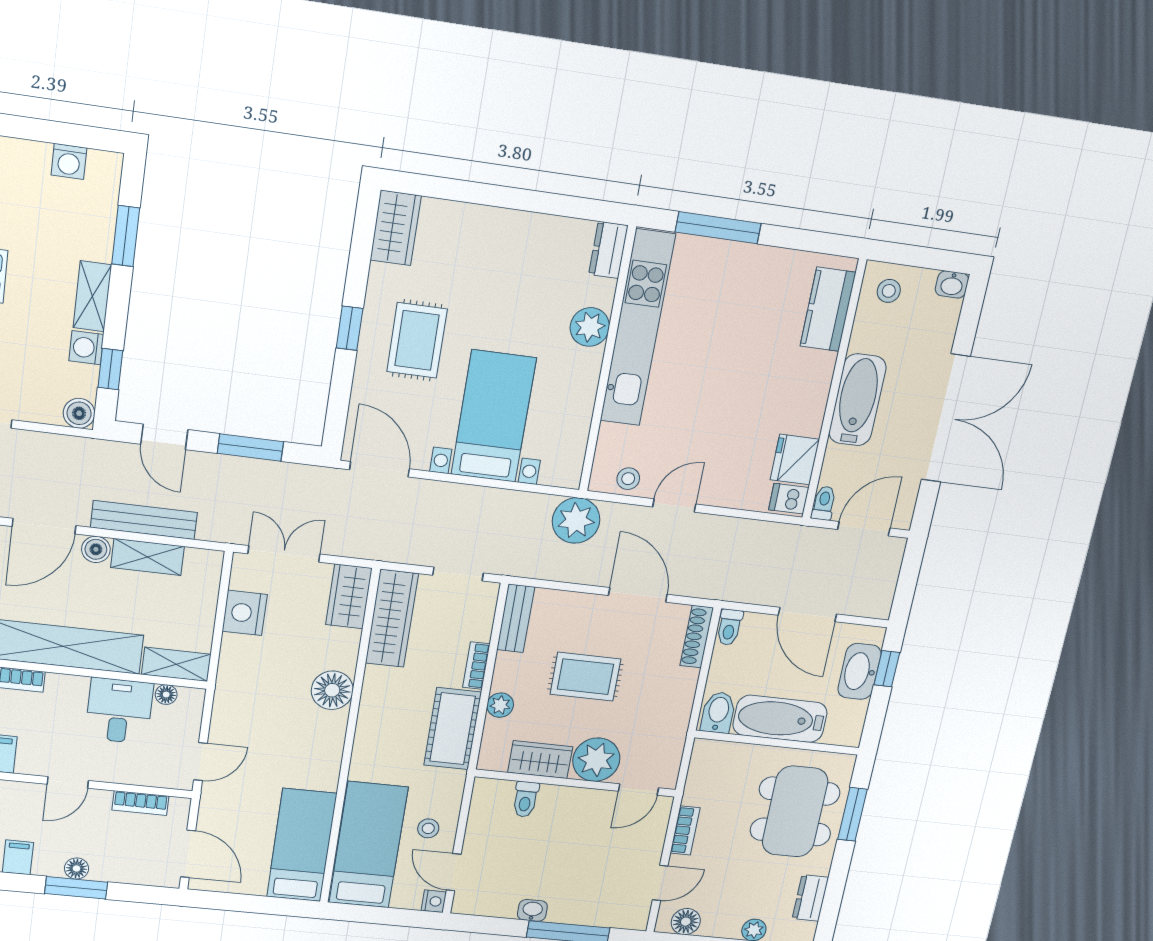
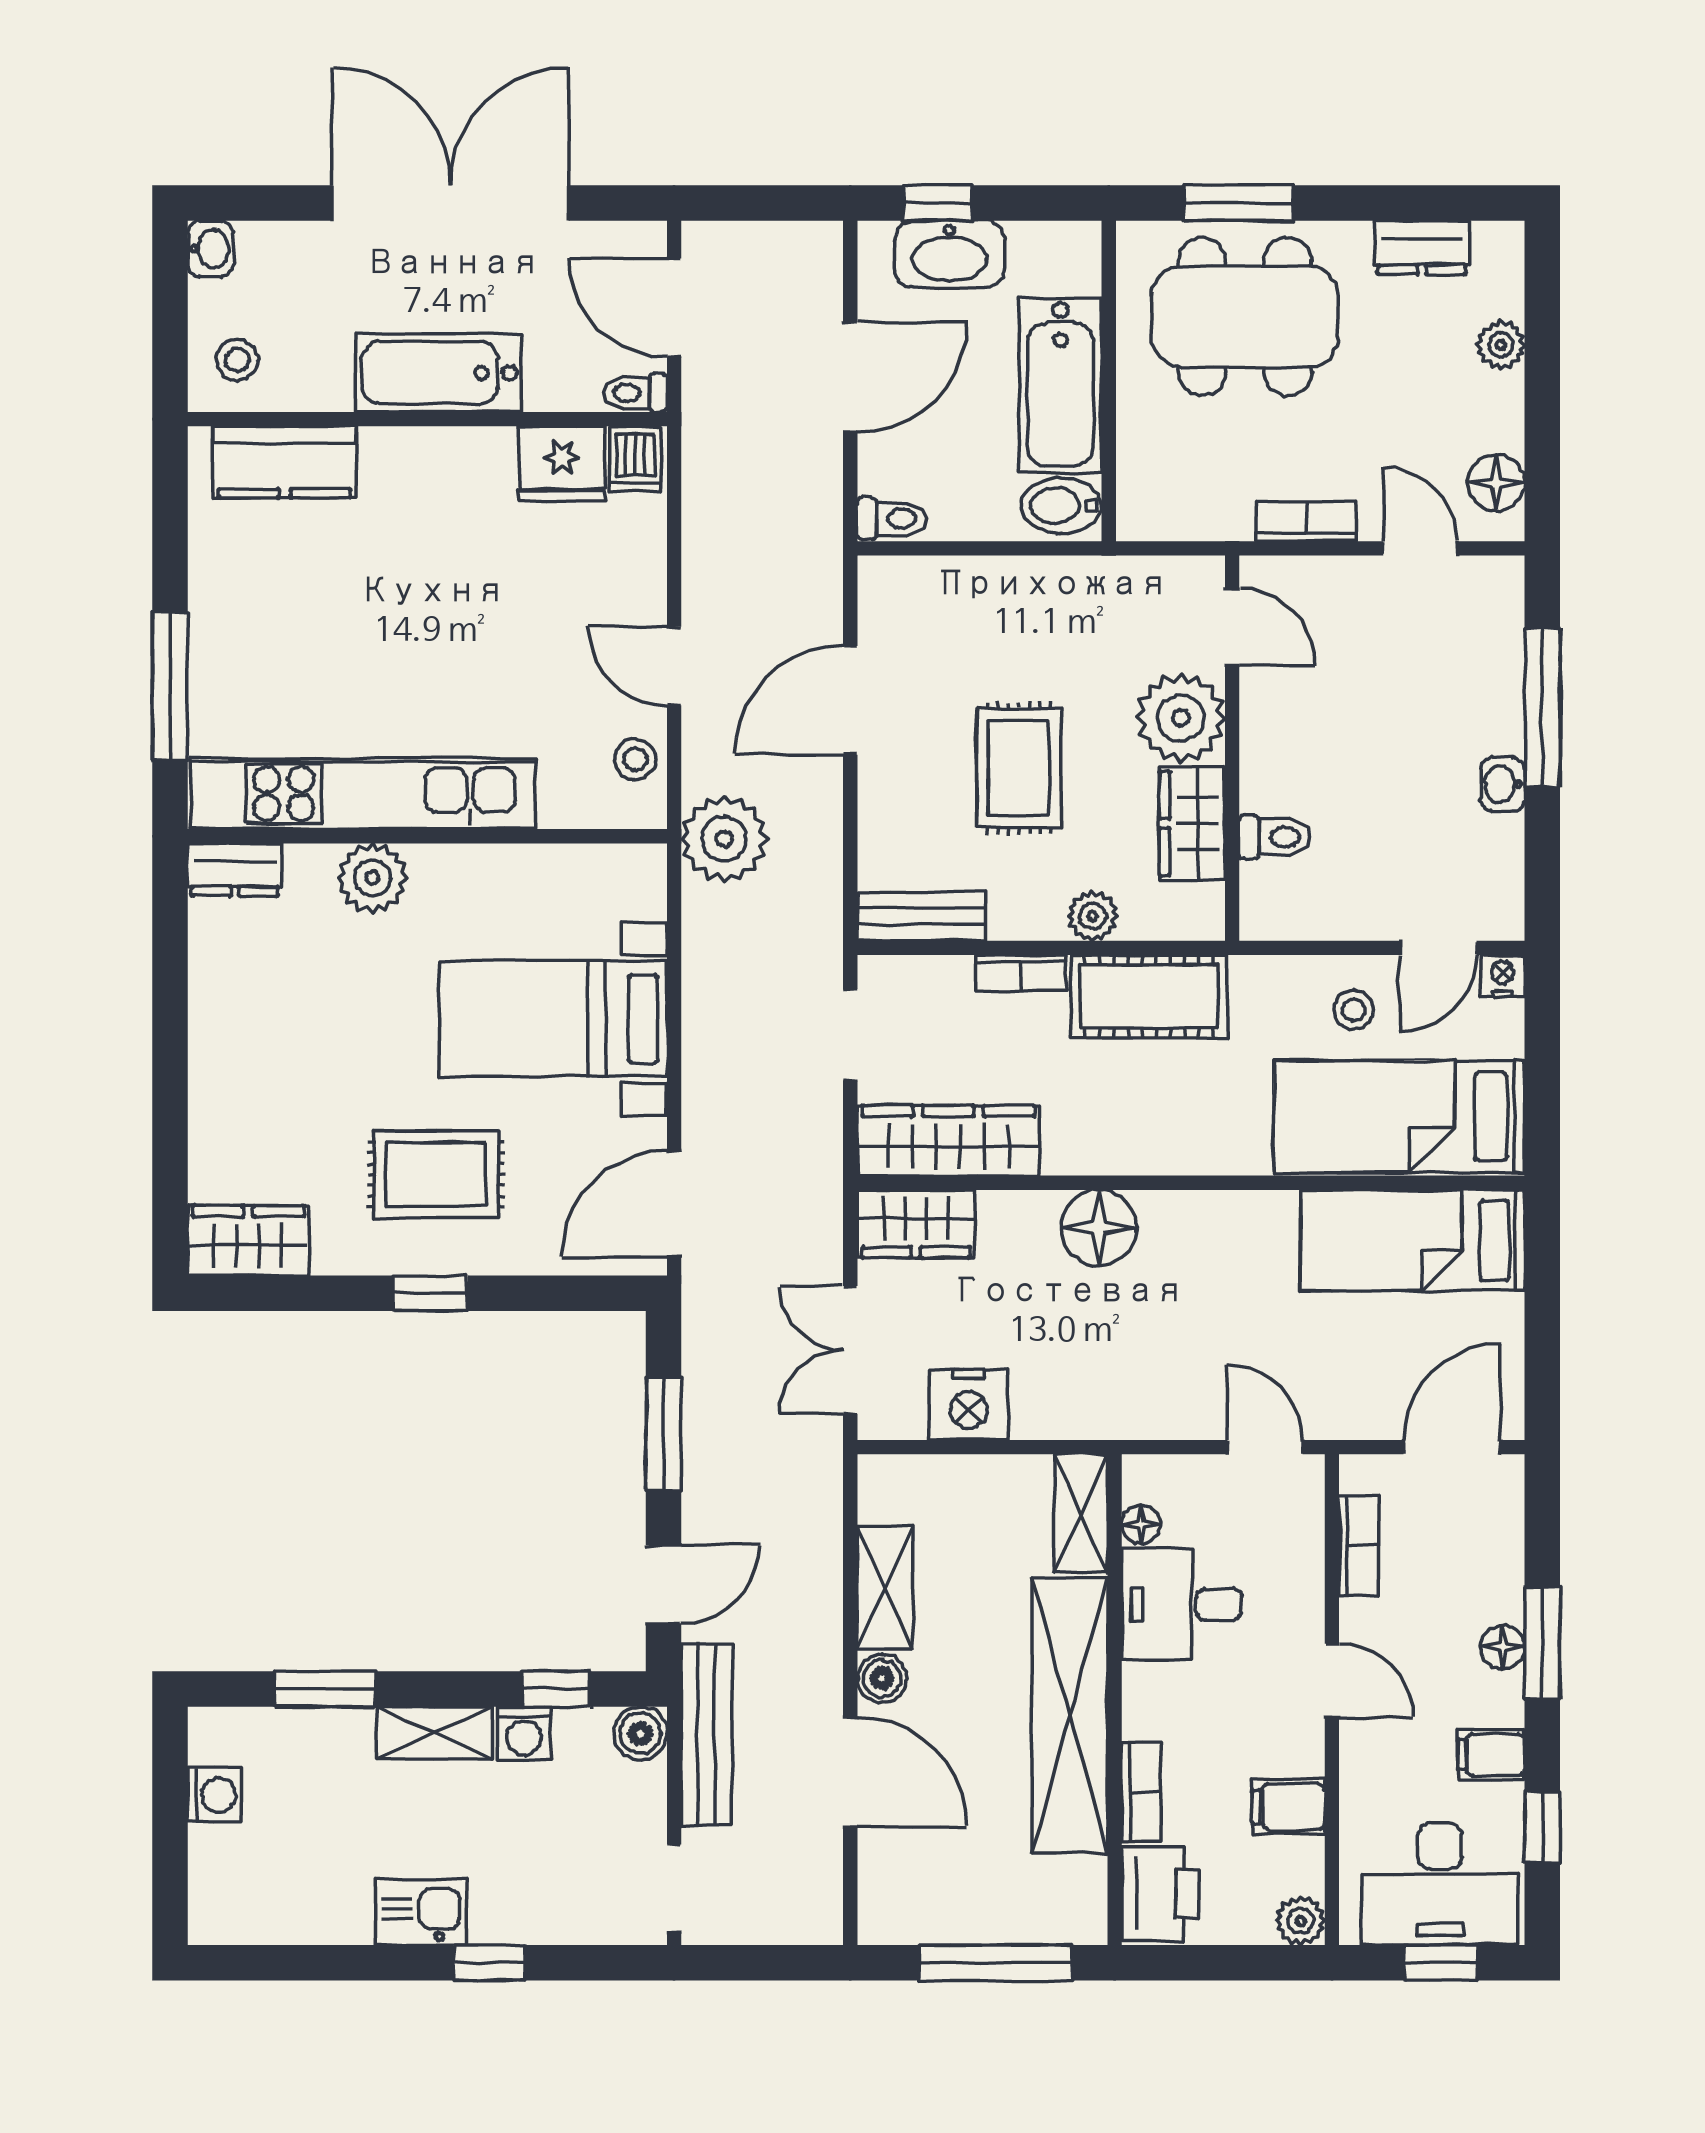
bench: (144, 520) -> (706, 1735), moved
shoe rack: (697, 637) -> (917, 576), removed

